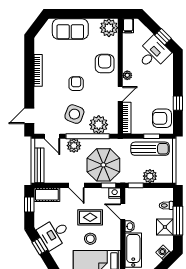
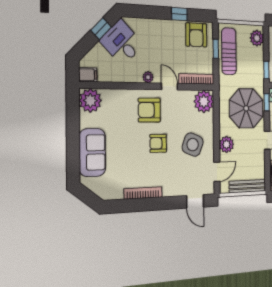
armchair: (105, 64) -> (149, 110), moved
plant: (99, 125) -> (204, 101), moved
window: (88, 136) -> (216, 128), removed
plant: (150, 176) -> (257, 38), moved

